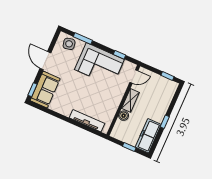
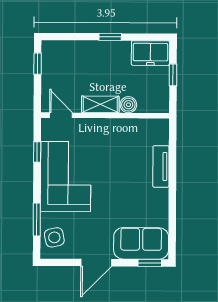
tv unit: (87, 121) -> (161, 166), width x0.71
freezer: (148, 136) -> (150, 53), width x0.71

